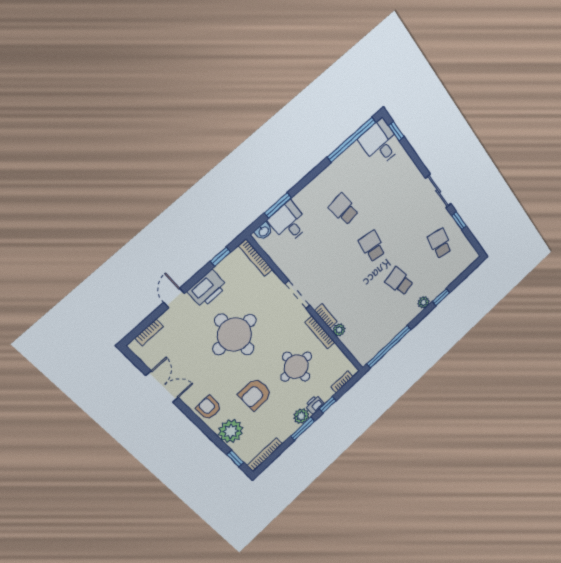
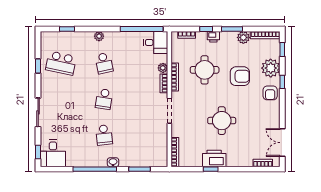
window: (352, 140) -> (95, 169), moved
sliding door: (438, 191) -> (38, 112), moved
desk: (289, 222) -> (156, 42), moved, turned -90
washbasin: (264, 231) -> (113, 162), moved
school desk: (440, 243) -> (61, 63), width x1.85
window: (221, 257) -> (211, 169), moved
window: (441, 297) -> (67, 29), moved
door: (174, 298) -> (235, 169), removed
round table: (234, 335) -> (222, 121), width x0.73, depth x0.73
double door: (162, 387) -> (282, 143), moved
plant: (301, 416) -> (243, 37), moved
window: (206, 430) -> (282, 82), added

